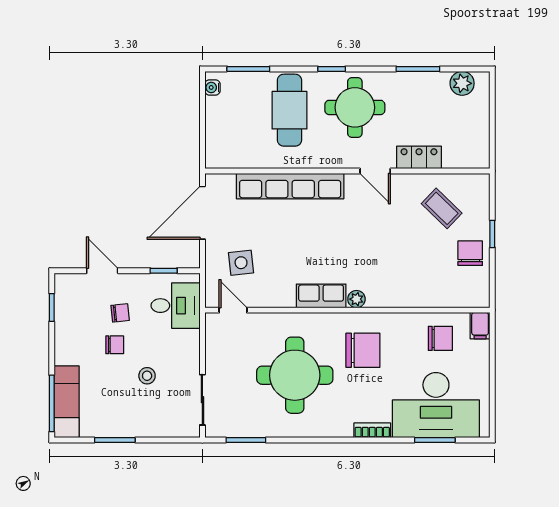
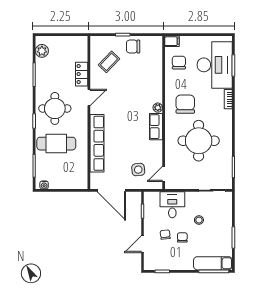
desk: (176, 306) -> (172, 205), moved

